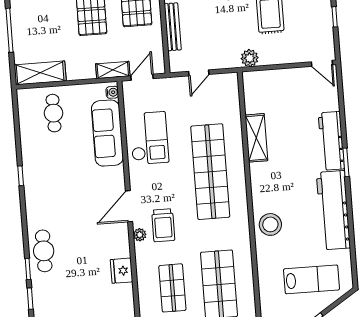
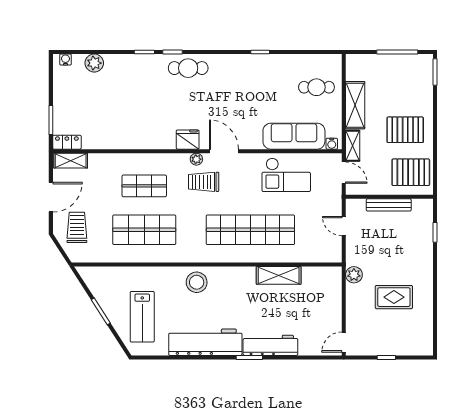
shelving: (40, 73) -> (355, 105), moved
fridge: (122, 271) -> (188, 140), moved

